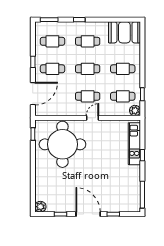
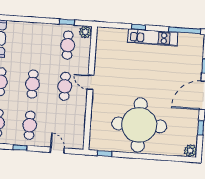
cafe table: (123, 69) -> (35, 43), removed
door: (33, 94) -> (57, 150), width x0.53
round table: (62, 144) -> (139, 125), moved
kitchen unit: (134, 144) -> (153, 37), moved

